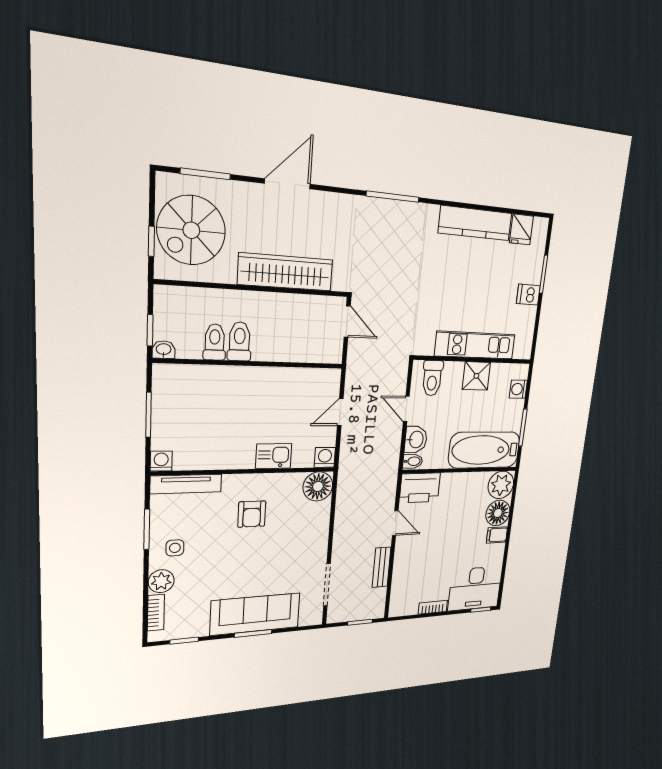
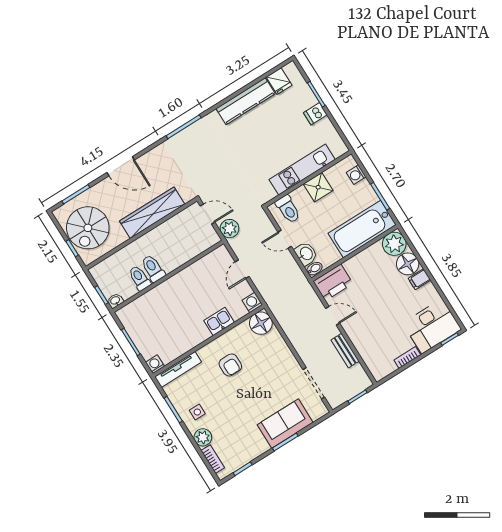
door: (287, 184) -> (121, 166), swing flipped
plant: (359, 356) -> (229, 229), added
sofa: (255, 614) -> (285, 424), width x0.73

